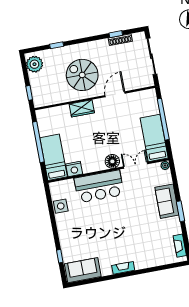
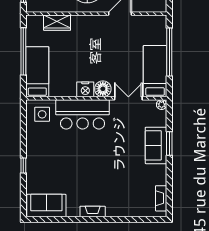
wardrobe: (82, 108) -> (57, 23), moved
nightstand: (74, 169) -> (85, 89), moved
side table: (61, 206) -> (42, 114), moved
window: (180, 211) -> (169, 143), moved
window: (60, 256) -> (23, 165), moved

